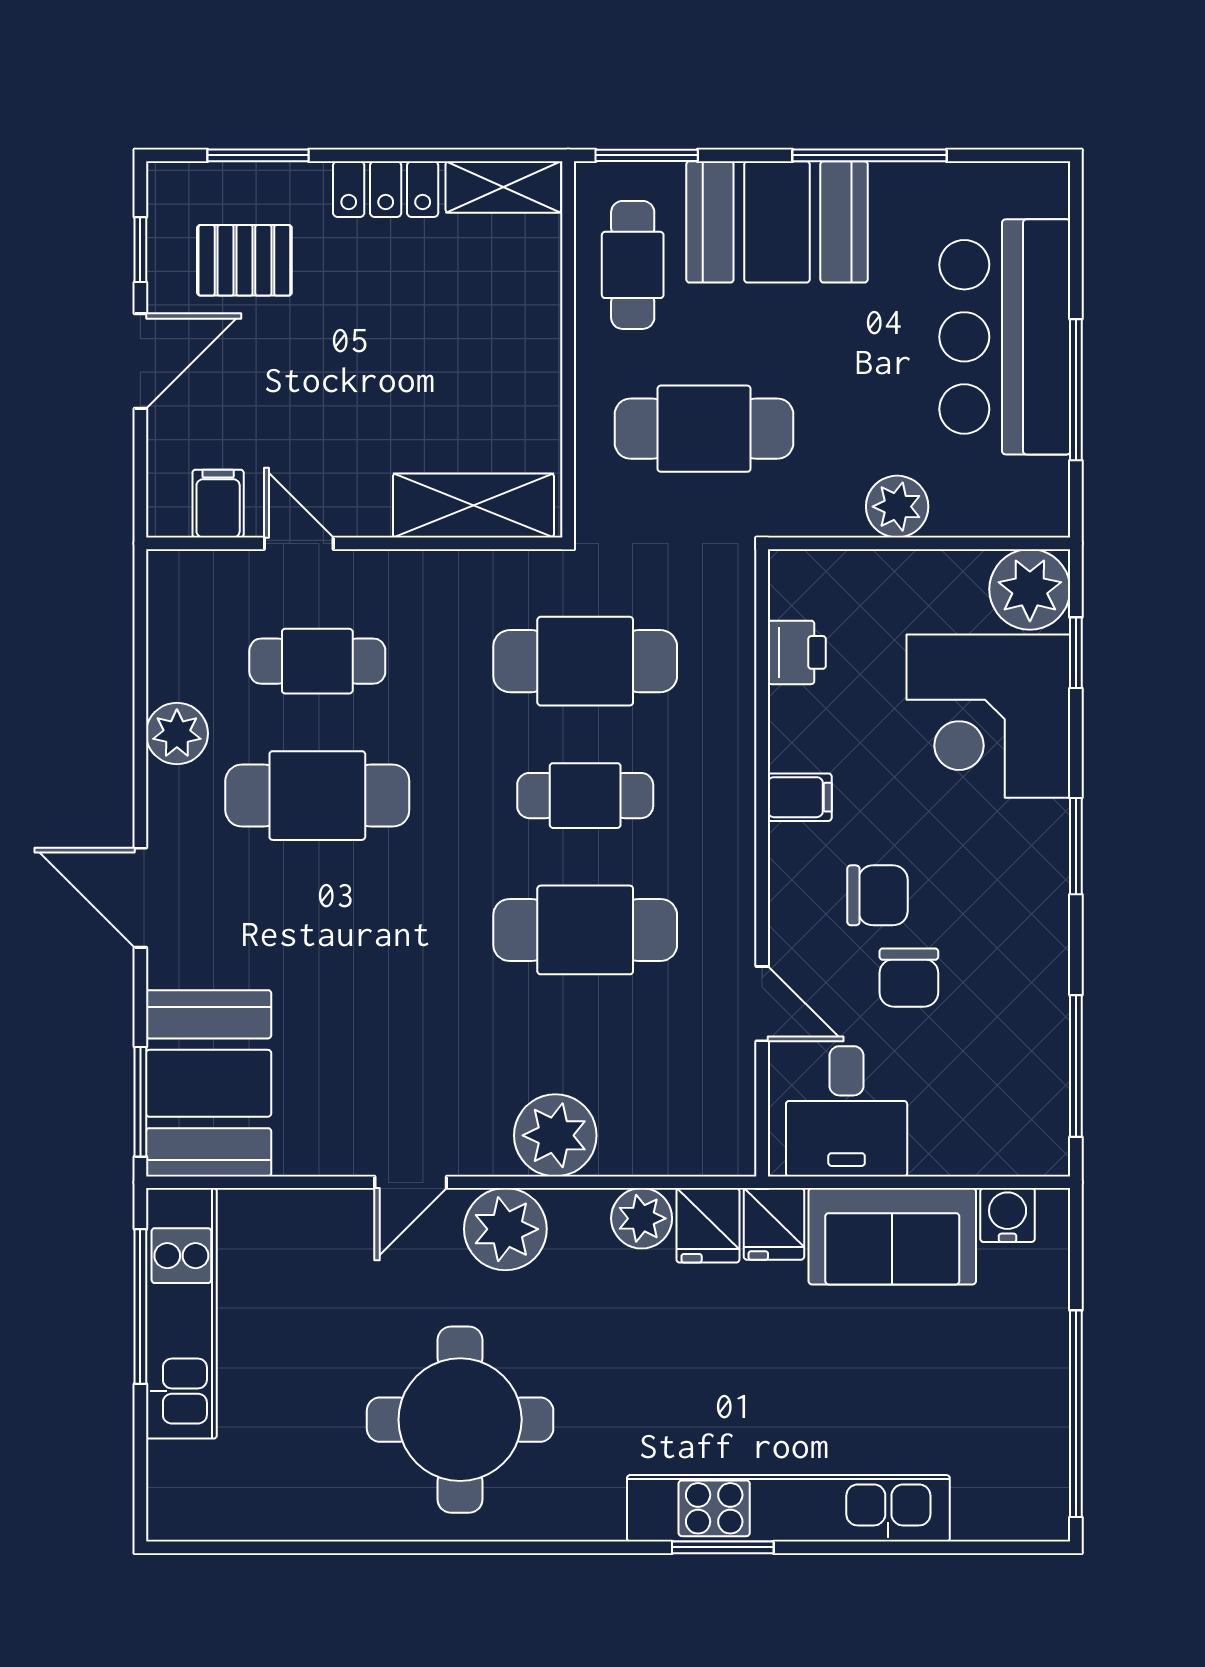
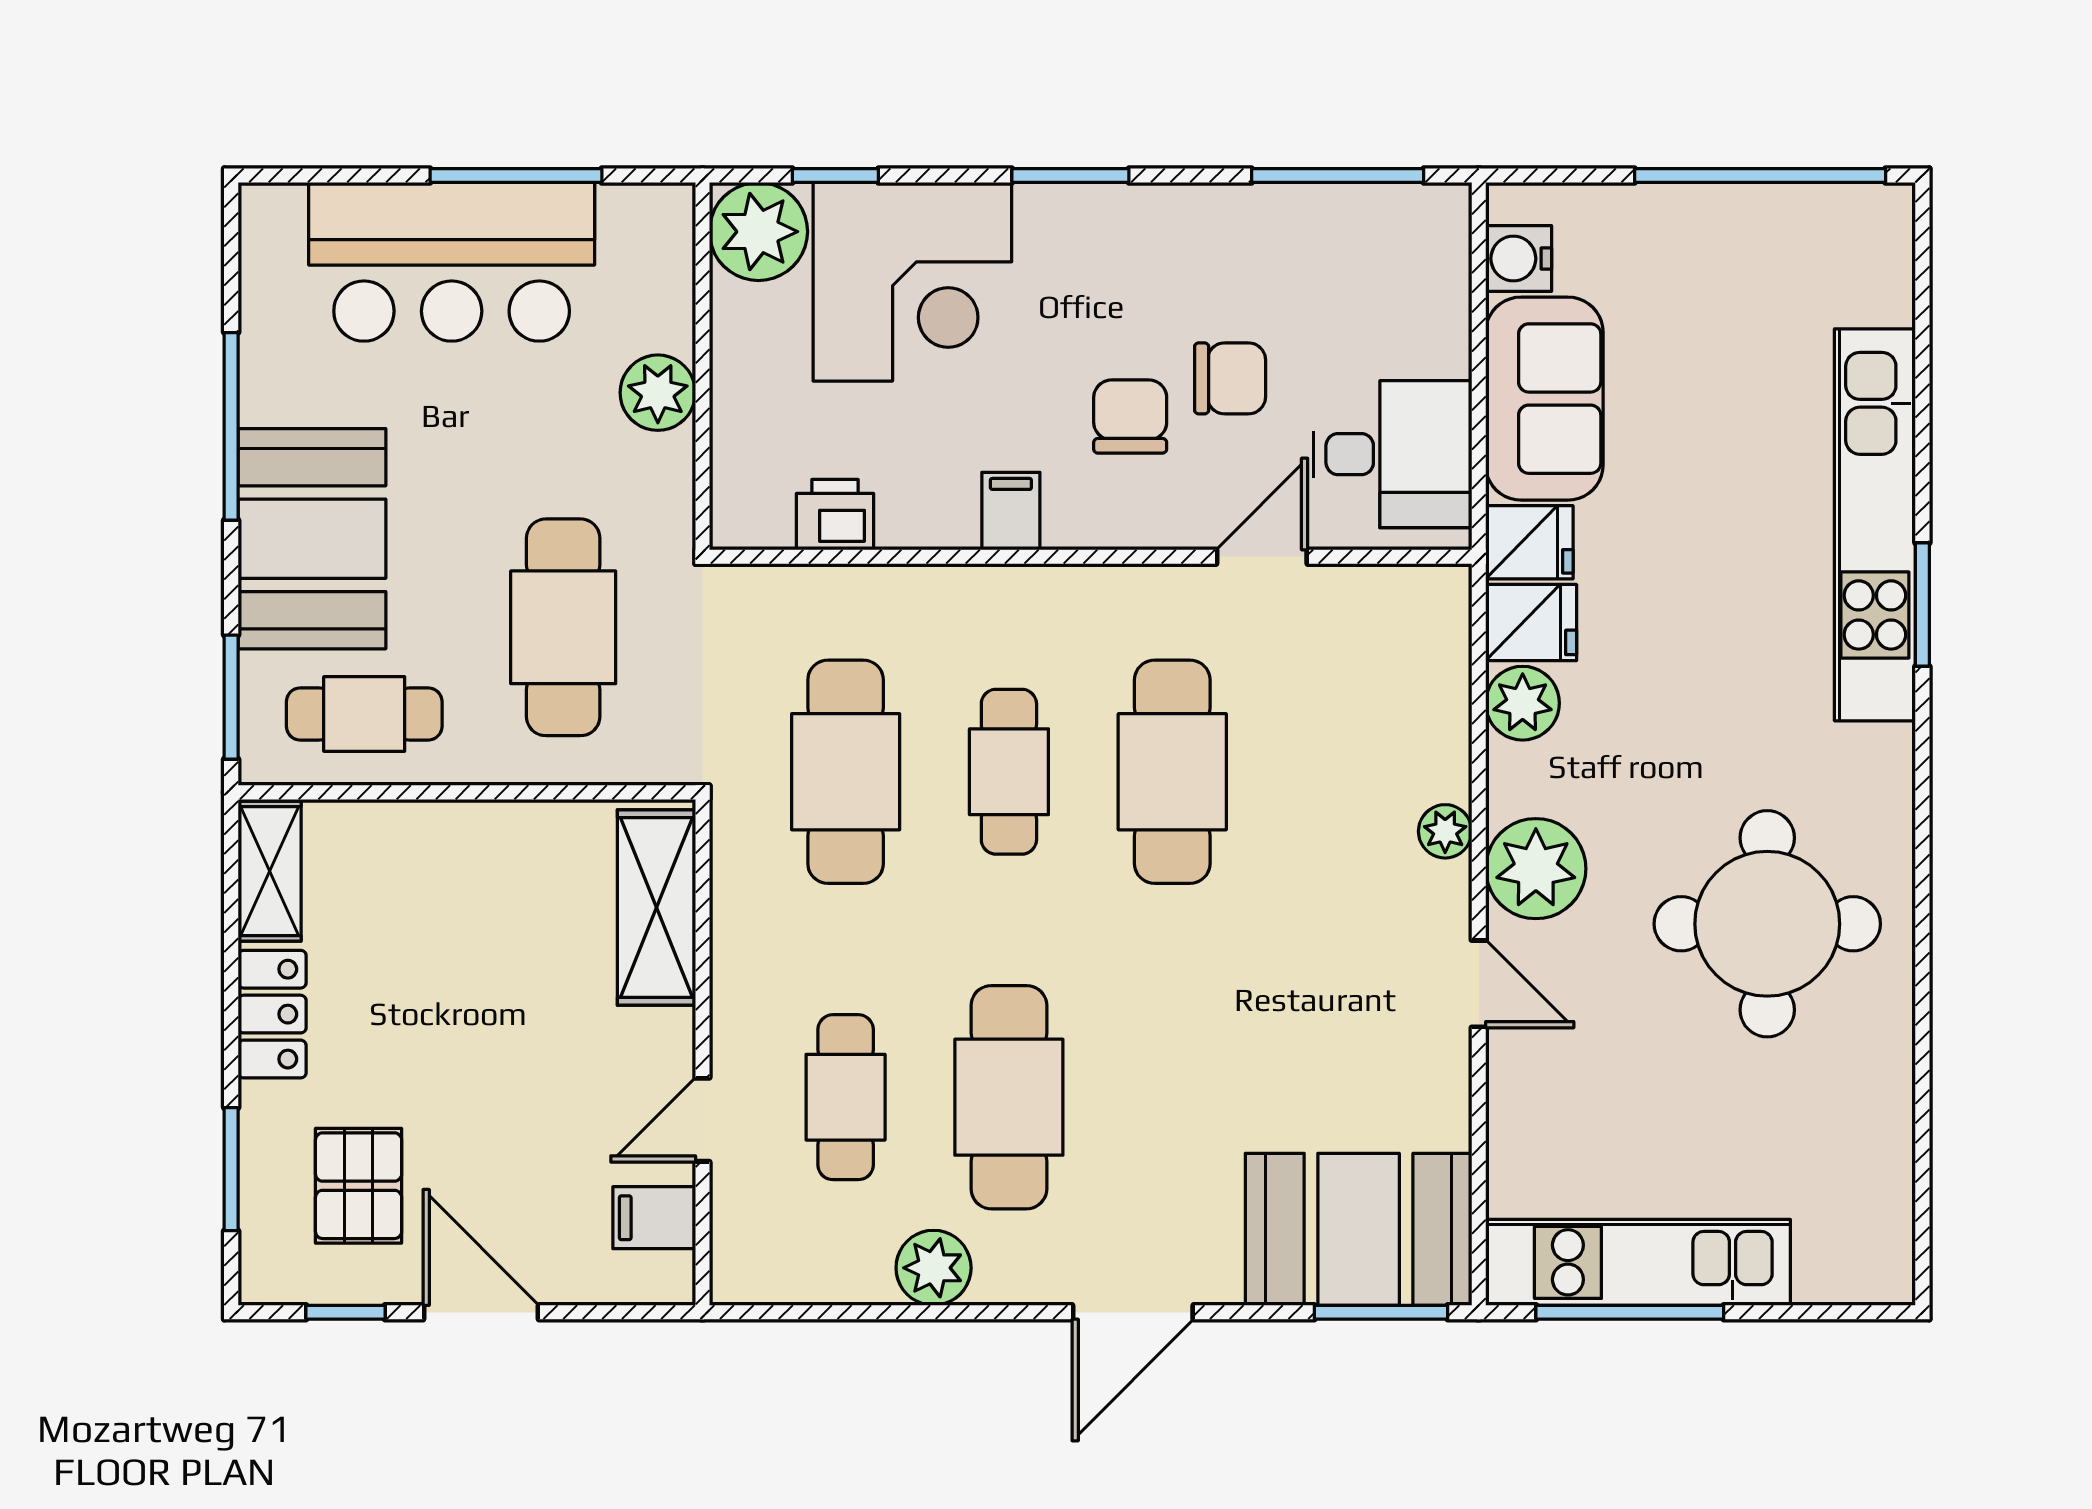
plant: (555, 1135) -> (1445, 831), width x0.53, depth x0.53

